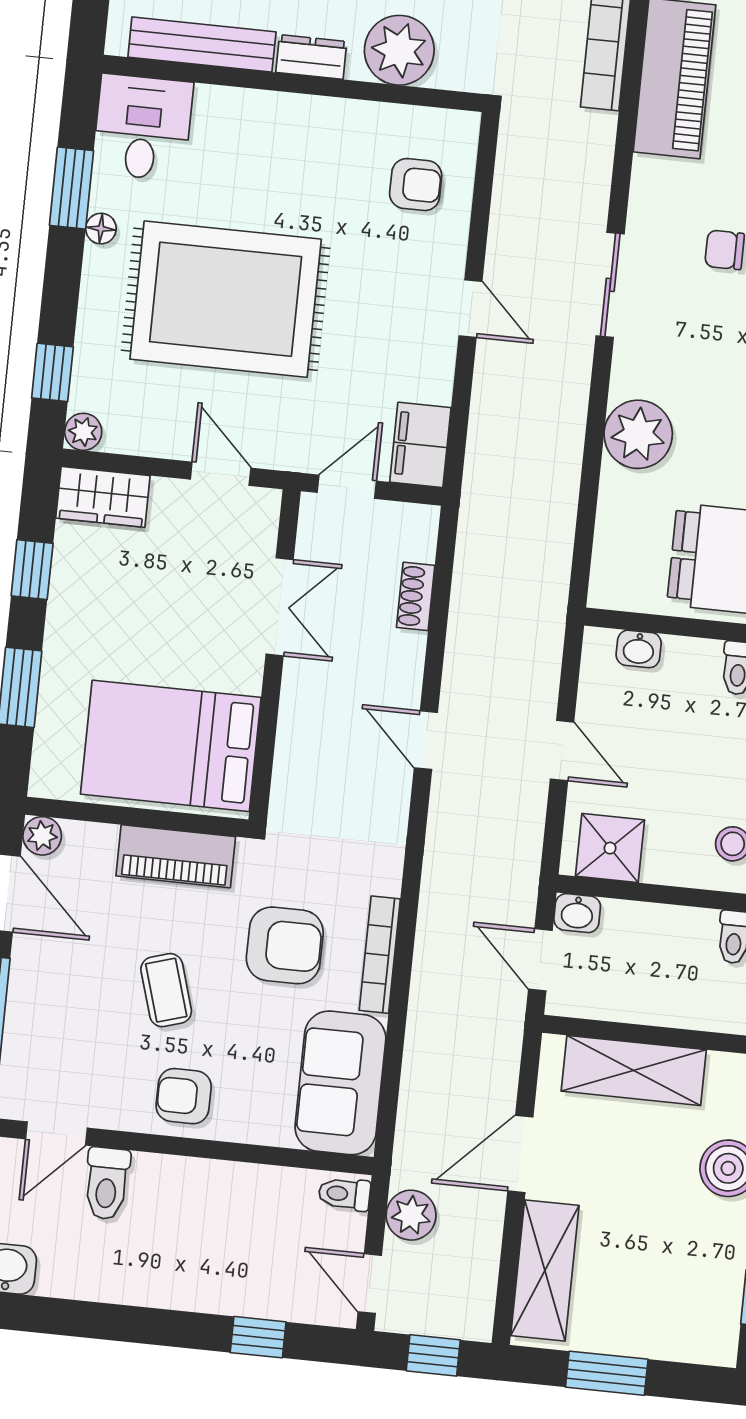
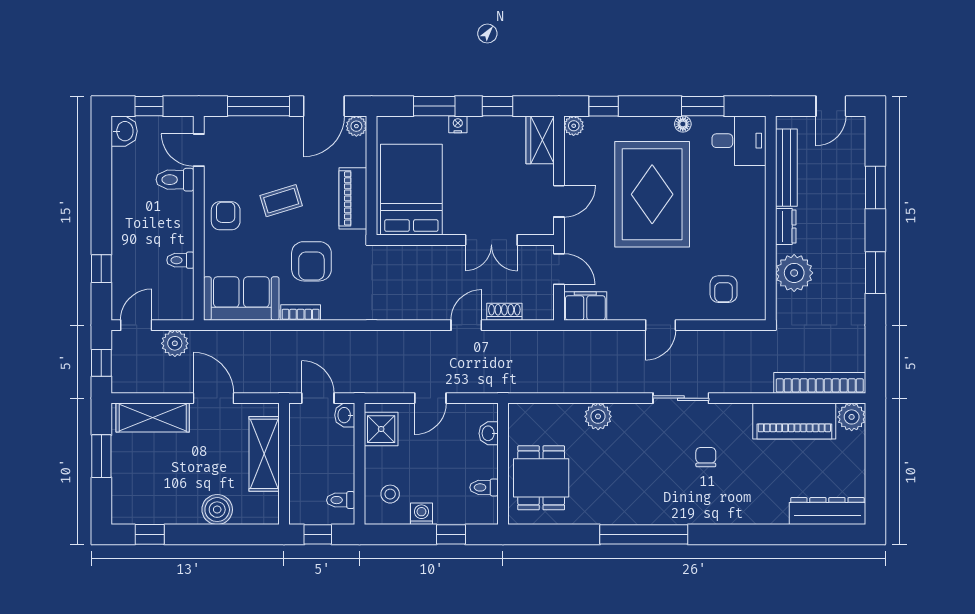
plant: (638, 434) -> (598, 416), width x0.73, depth x0.73
nightstand: (58, 647) -> (458, 124), added
door: (426, 740) -> (466, 325), moved
bookcase: (380, 955) -> (301, 312), width x0.64
door: (540, 960) -> (318, 398), hinge flipped
toilet: (344, 1194) -> (180, 260), moved, turned -90

